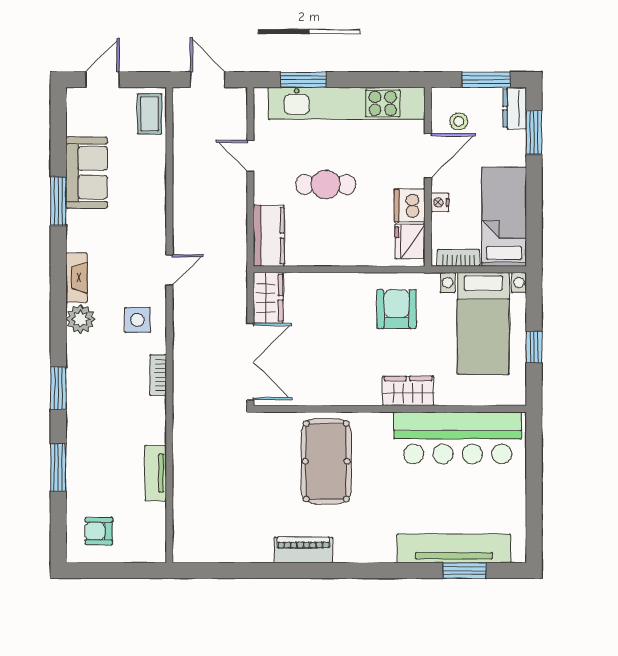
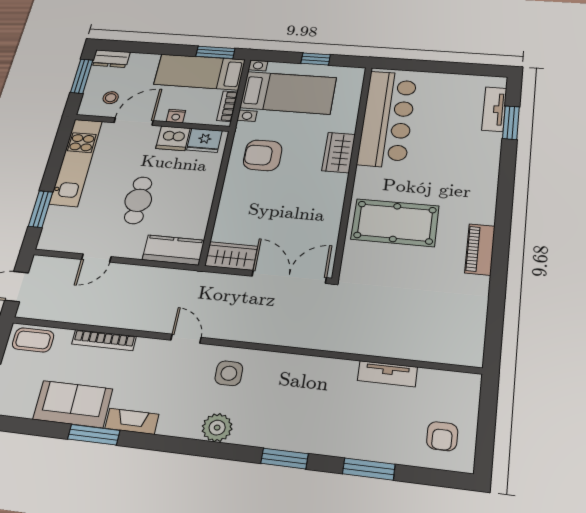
kitchen unit: (347, 103) -> (76, 162), width x0.73
window: (534, 132) -> (215, 52), moved
door: (428, 156) -> (134, 122), hinge flipped
fireplace: (76, 278) -> (132, 421), moved
bookcase: (158, 375) -> (104, 340), moved, width x1.56
tv unit: (454, 548) -> (494, 109), width x0.52, depth x0.78

